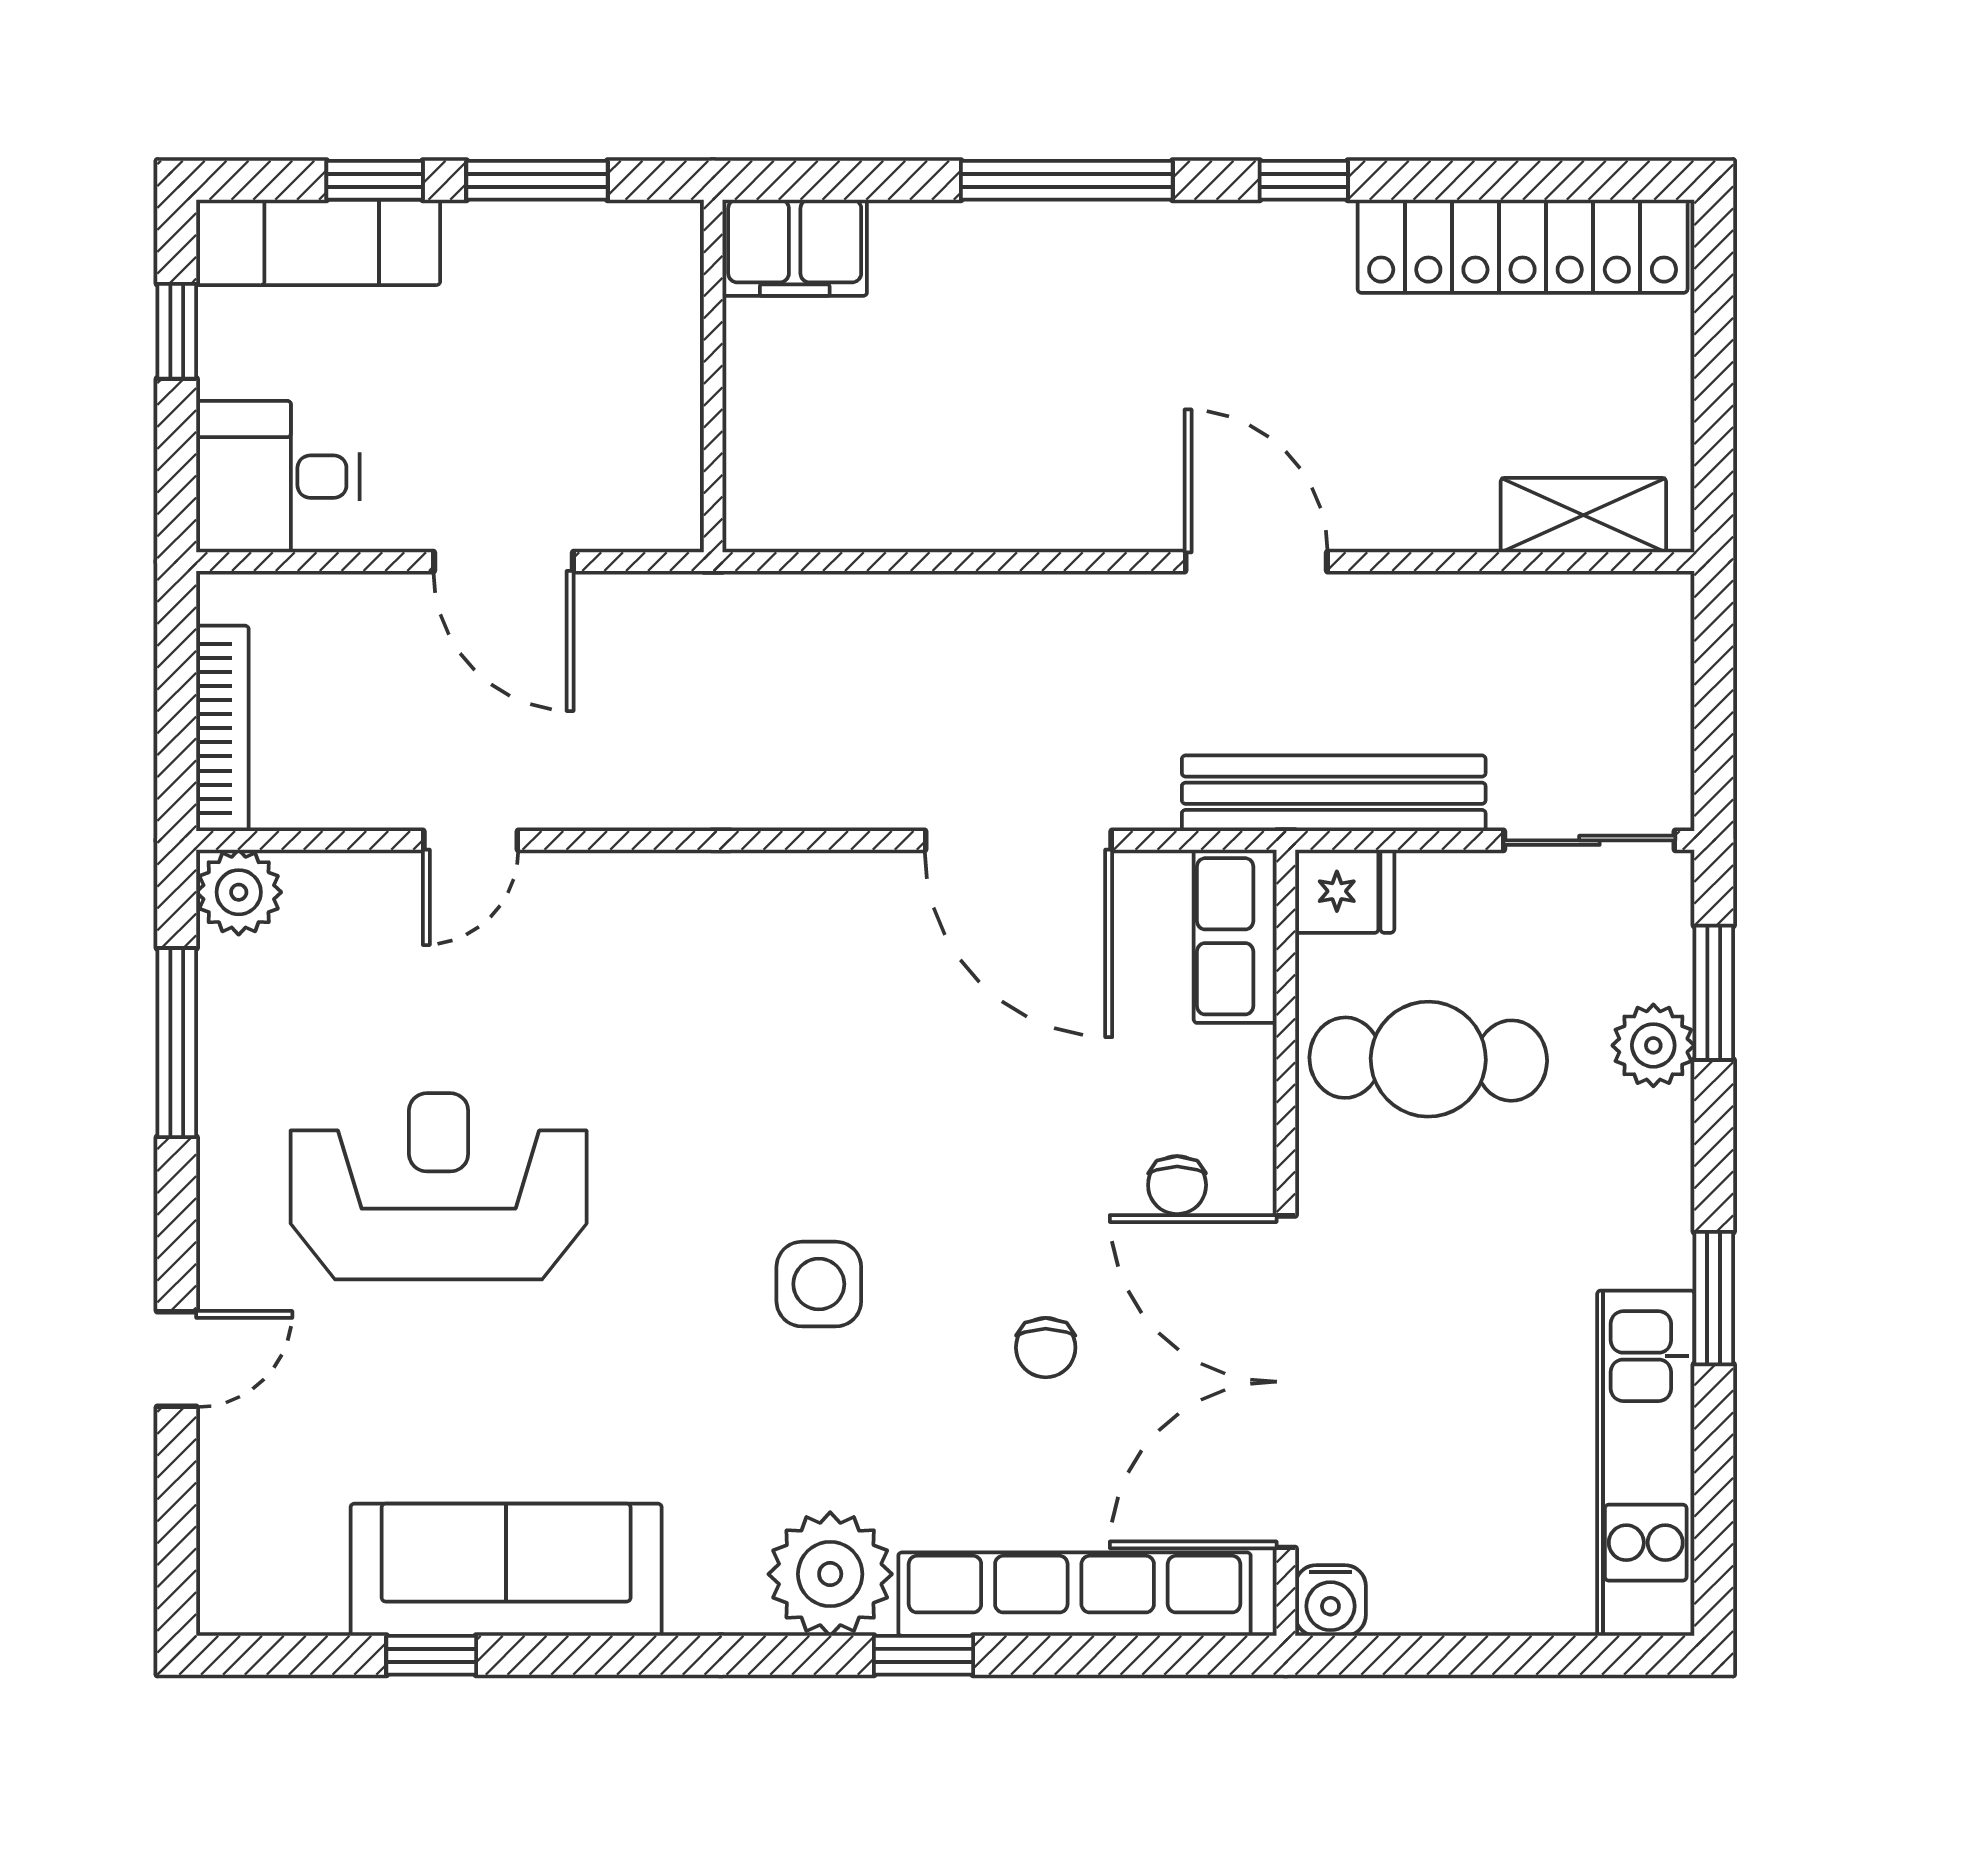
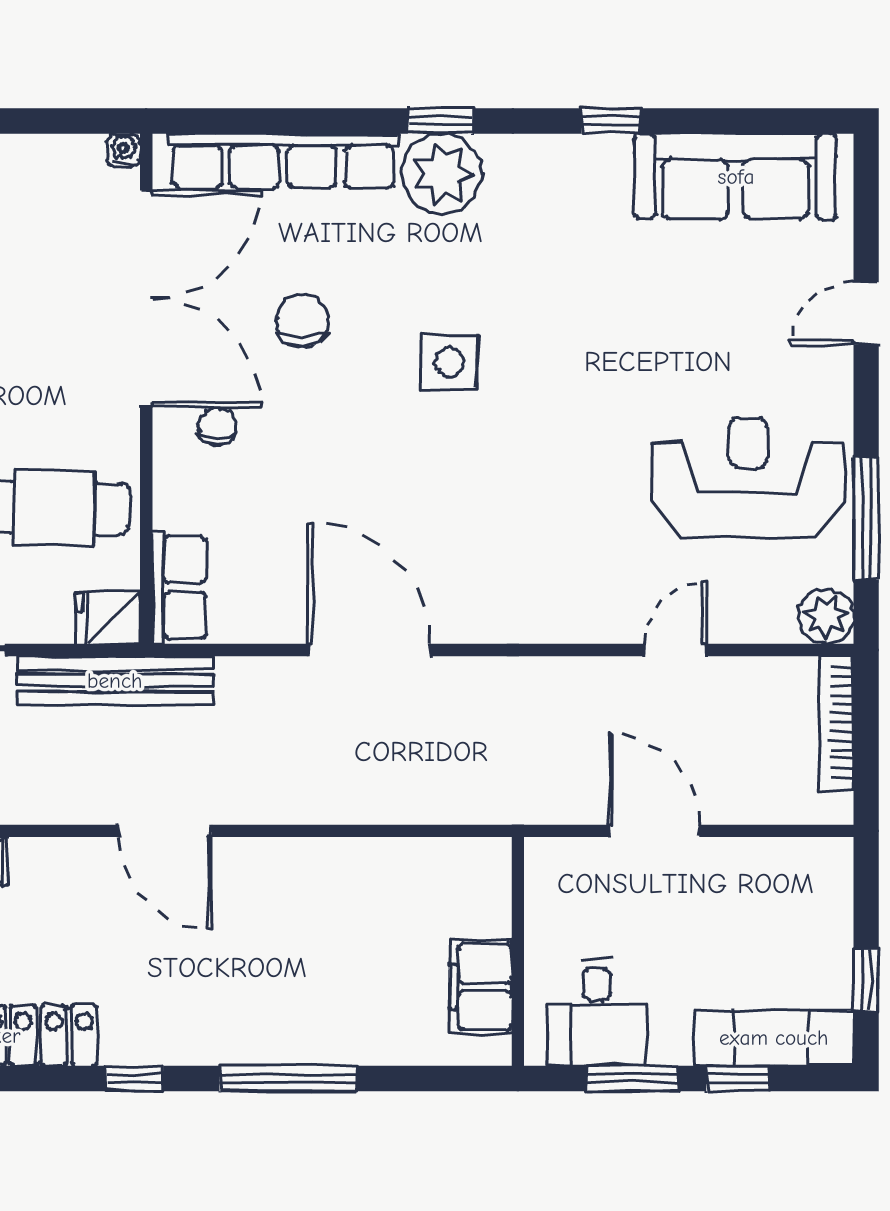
filing cabinet: (795, 248) -> (481, 987), moved, turned -90
desk: (278, 477) -> (597, 1013), moved, turned 90
door: (1018, 840) -> (369, 650), moved
reception desk: (439, 1186) -> (748, 478), moved, turned 180
chair: (1046, 1348) -> (302, 321), width x1.37, depth x1.37
sofa: (506, 1570) -> (736, 177), moved
water cooler: (1330, 1600) -> (124, 150), width x0.72, depth x0.72
window: (431, 1655) -> (611, 121), moved
window: (924, 1655) -> (440, 121), moved

